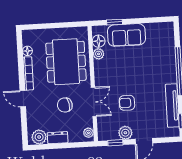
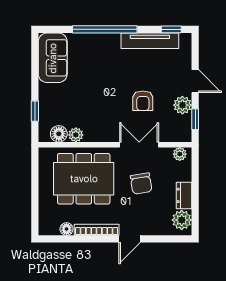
sofa: (126, 35) -> (53, 58), moved

